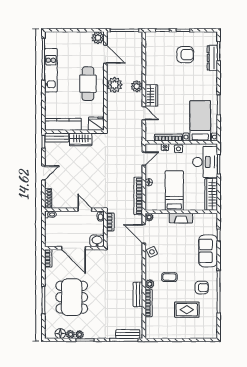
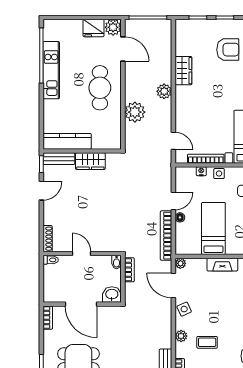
plant: (114, 85) -> (135, 112), moved
wardrobe: (151, 95) -> (183, 71), moved
door: (144, 113) -> (173, 141), moved
fridge: (96, 124) -> (94, 28), moved, turned 180
door: (144, 159) -> (173, 201), moved
door: (43, 173) -> (41, 191), moved
door: (85, 210) -> (82, 254), moved
plant: (150, 284) -> (181, 336), moved

